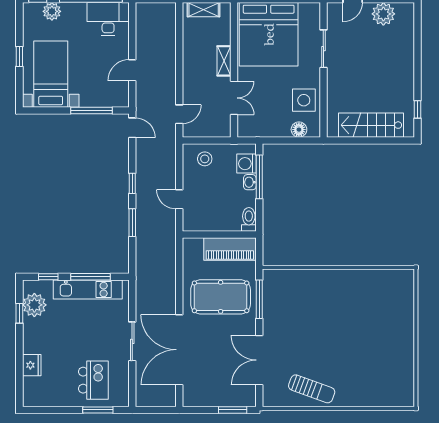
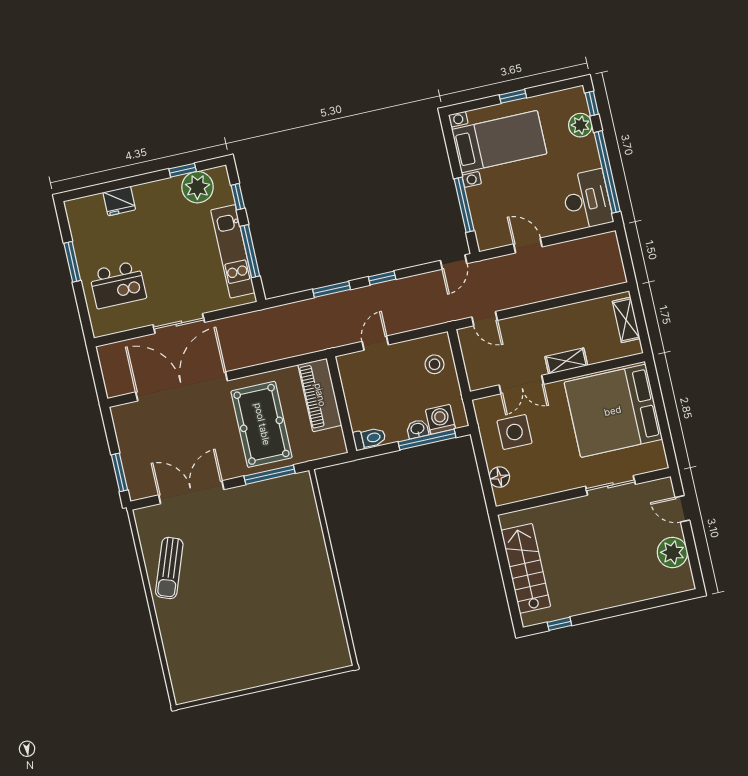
side table: (304, 100) -> (515, 432), moved
piano: (230, 249) -> (320, 395), moved
window: (98, 410) -> (72, 262), moved

